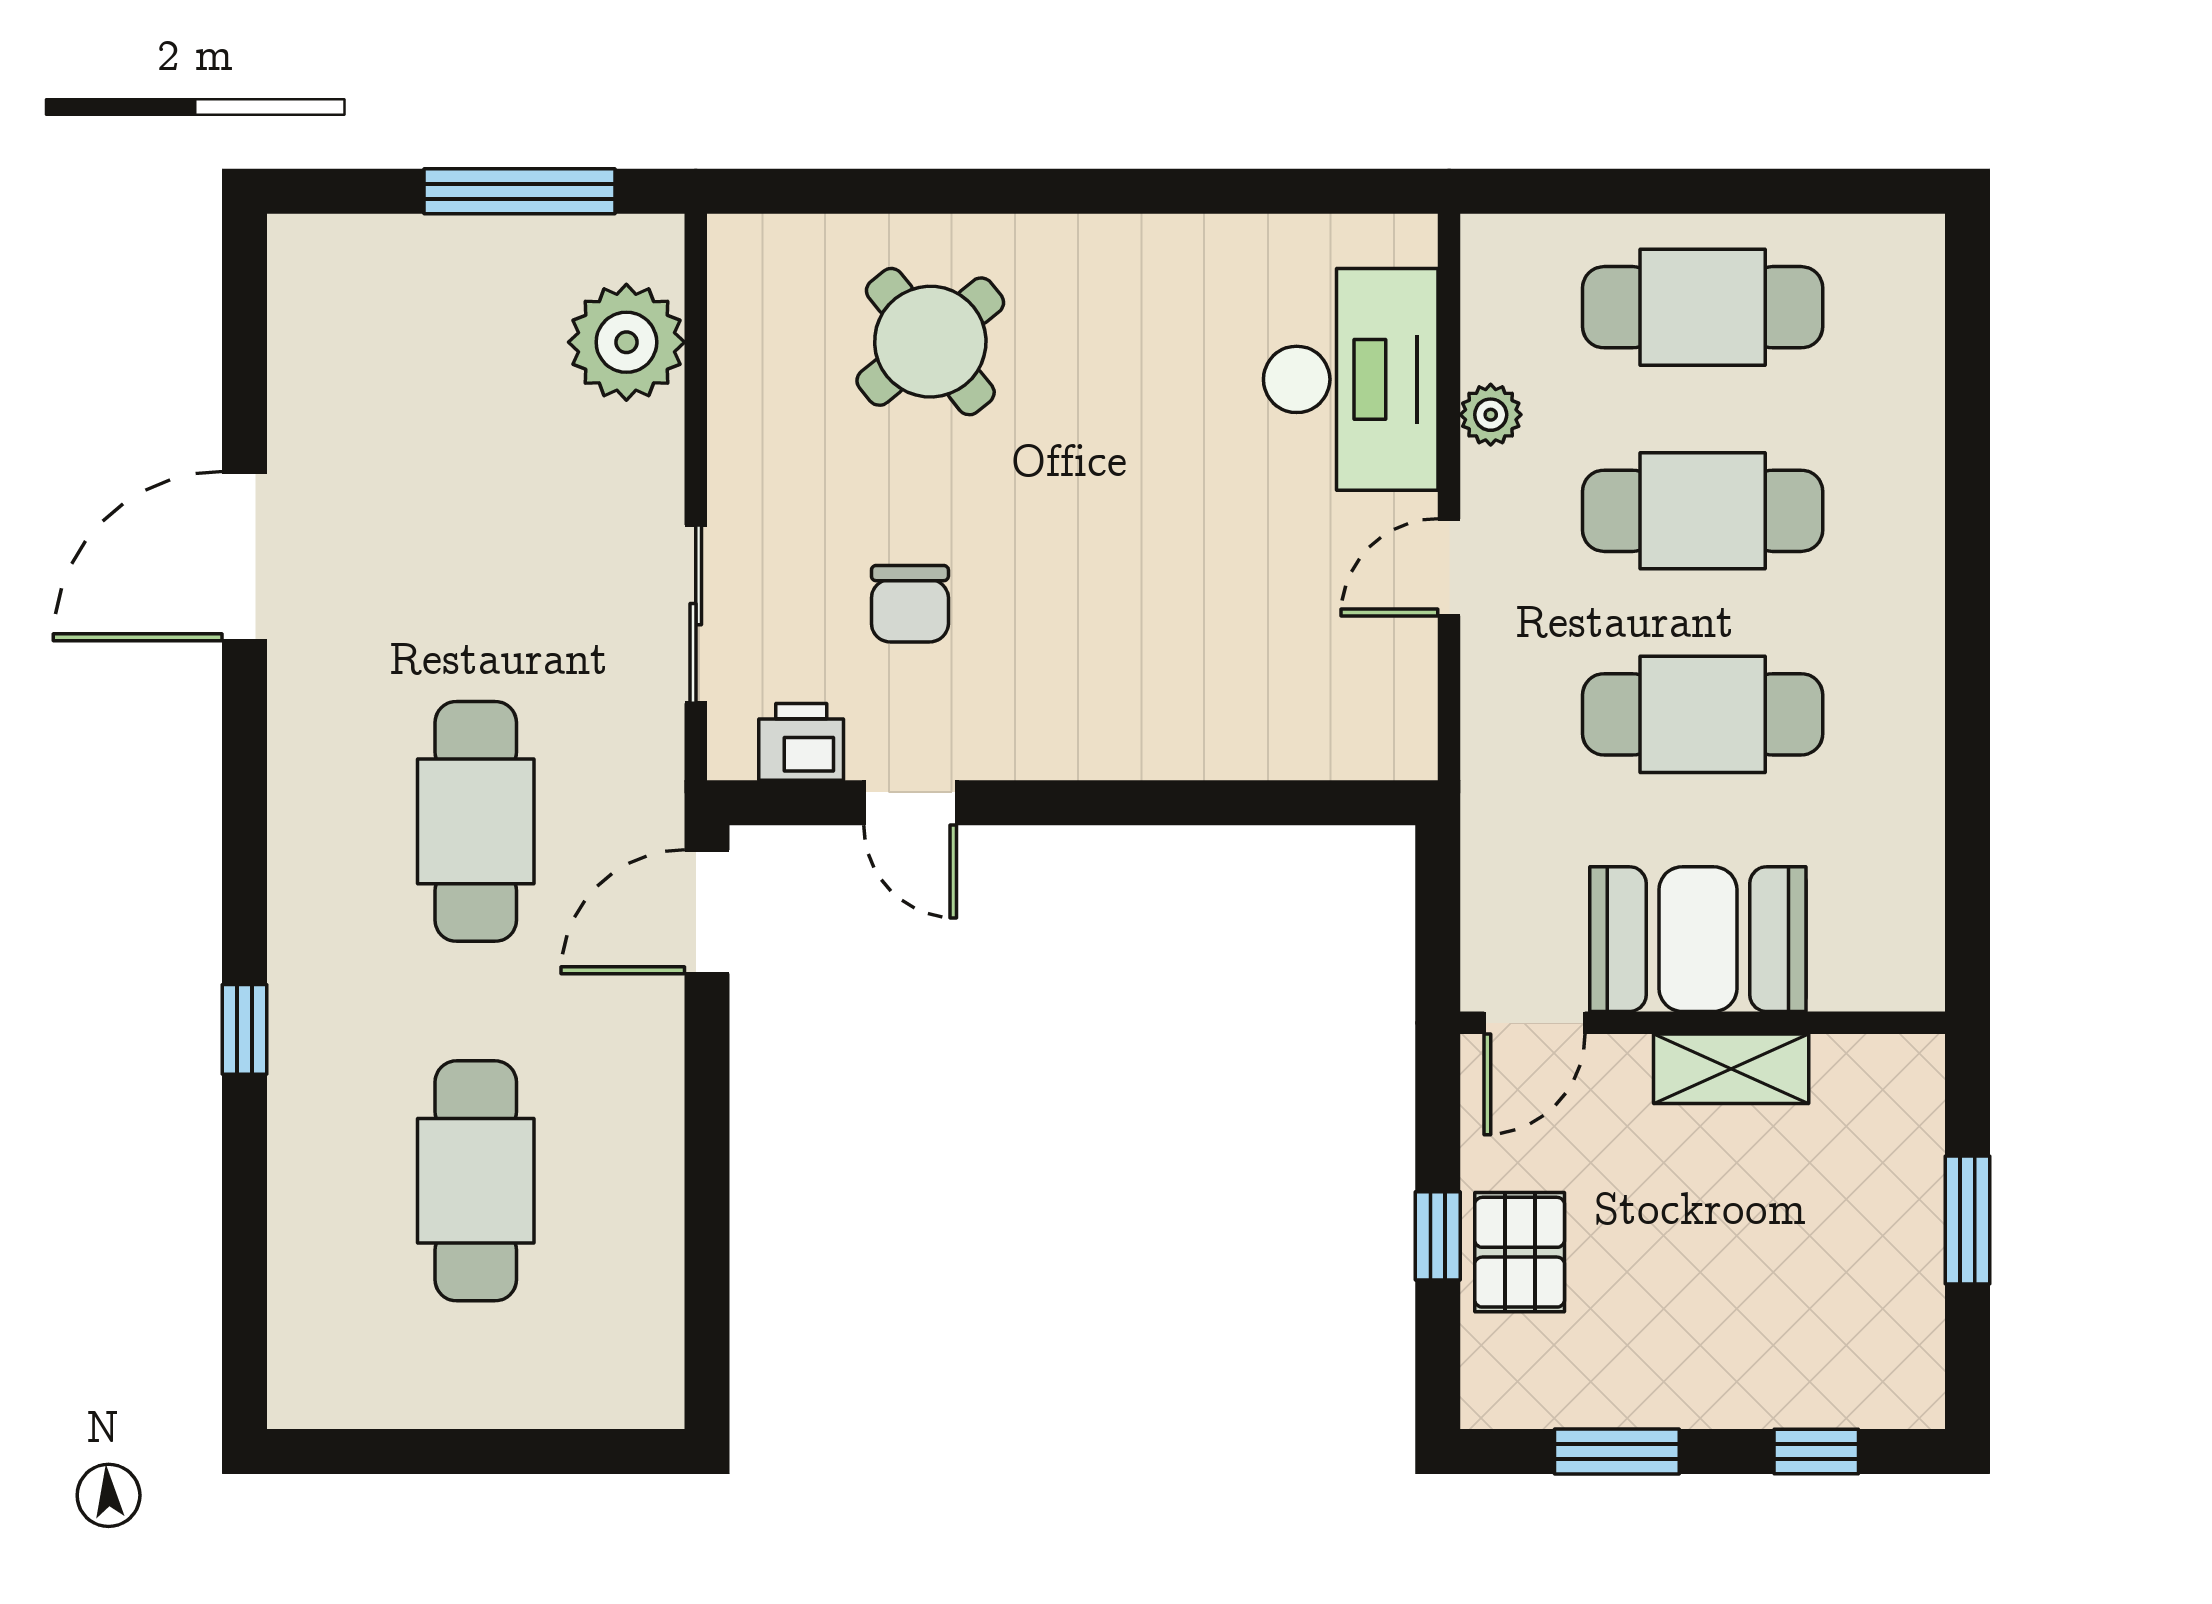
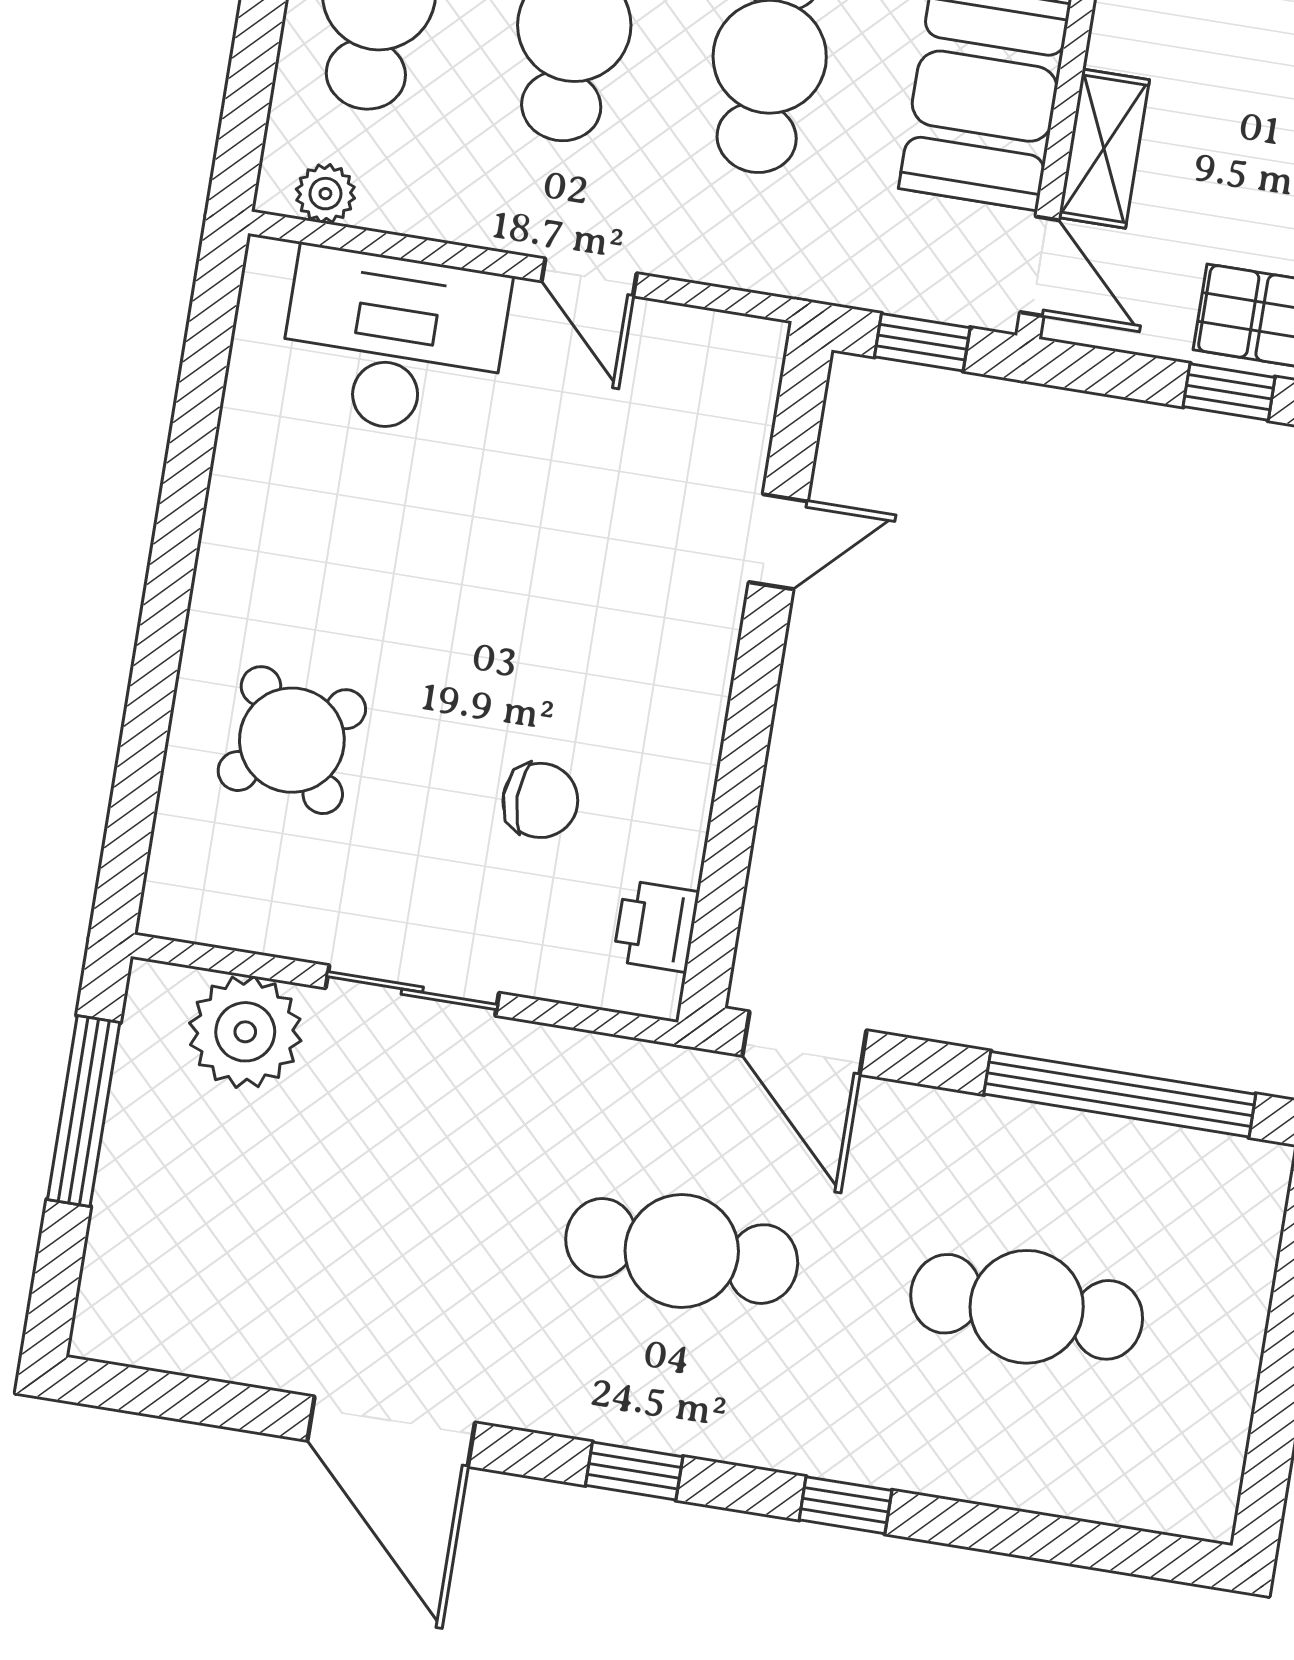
plant: (1491, 415) -> (325, 194), moved
sliding door: (696, 614) -> (412, 991), moved
door: (910, 803) -> (778, 542), moved
window: (245, 809) -> (634, 1471), added
window: (1438, 916) -> (922, 342), added
shelving: (1731, 1069) -> (1104, 149), moved
window: (707, 1240) -> (1120, 1094), added

